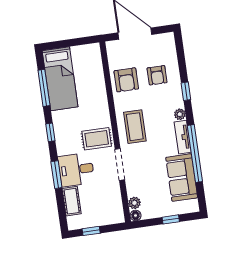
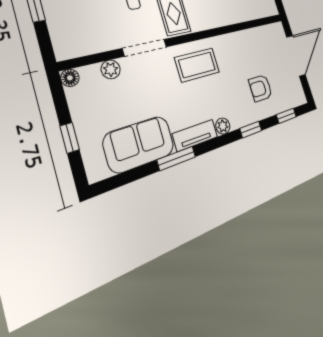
window: (181, 56) -> (286, 116), added
armchair: (126, 80) -> (248, 49), removed
window: (195, 154) -> (176, 158), width x0.47
plant: (134, 203) -> (111, 69), moved

